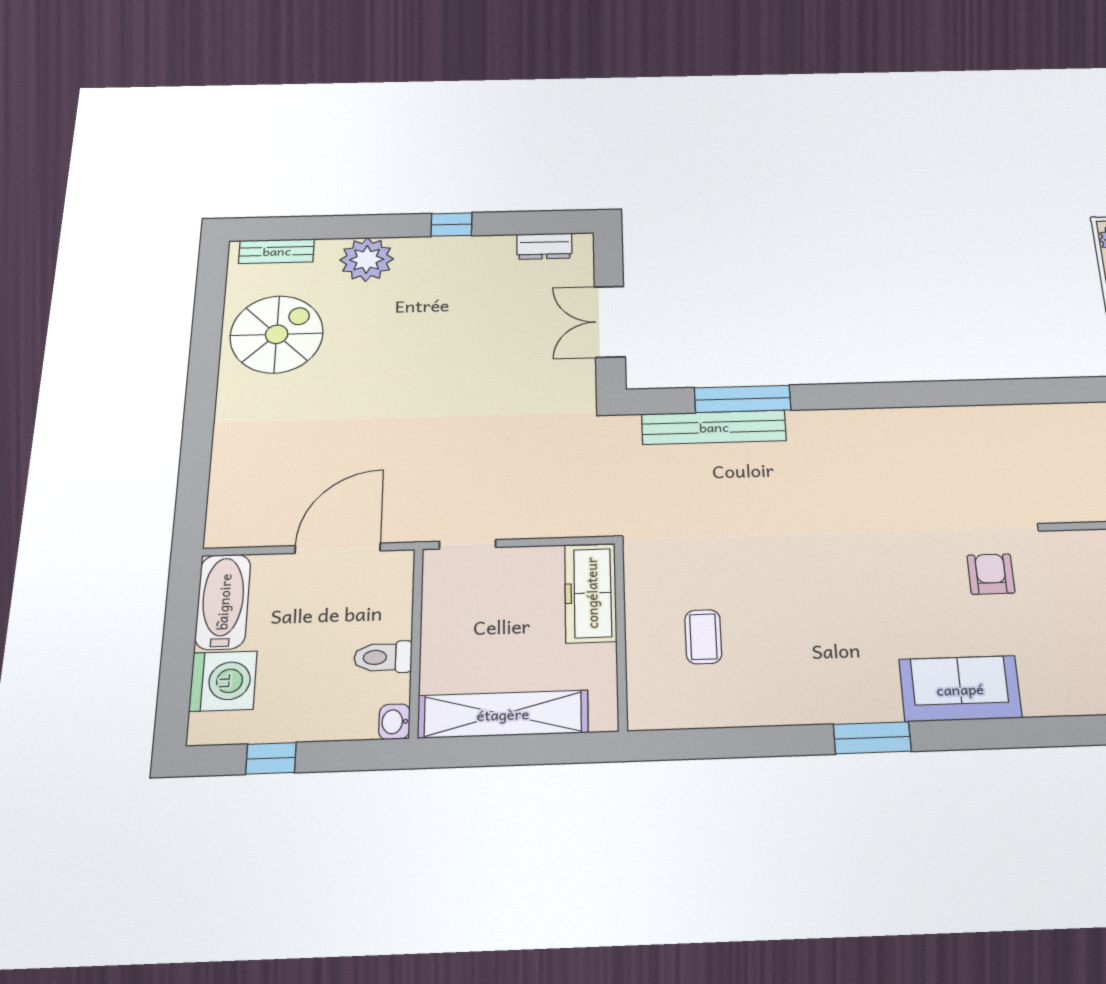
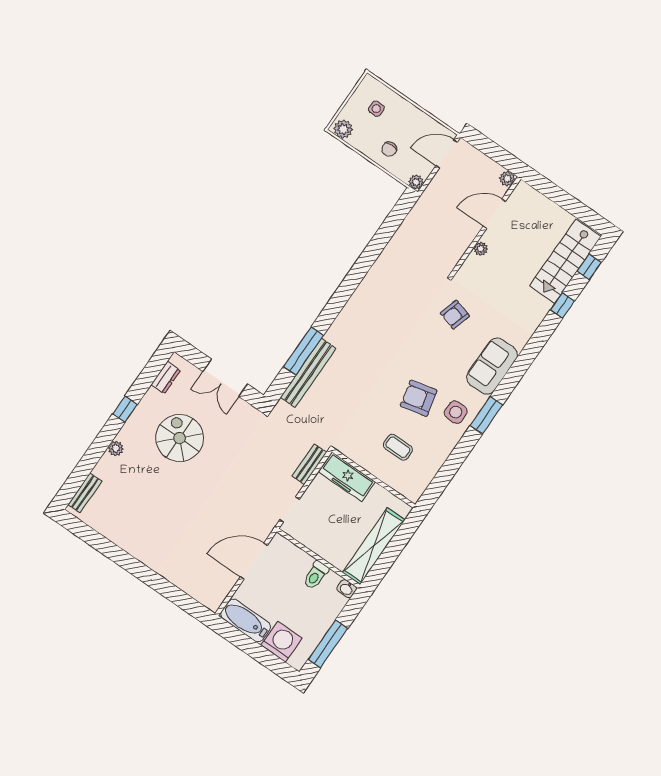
plant: (367, 260) -> (116, 448), width x0.53, depth x0.53
spiral stairs: (277, 334) -> (180, 438), moved
bench: (567, 524) -> (309, 464), added
door: (338, 548) -> (254, 561), hinge flipped
armchair: (991, 574) -> (455, 315), turned -74
armchair: (811, 613) -> (419, 398), added
side table: (836, 686) -> (456, 412), added
window: (271, 758) -> (328, 644), width x2.17

